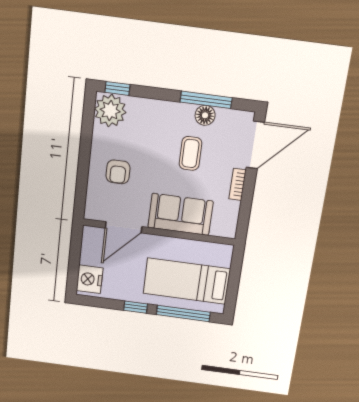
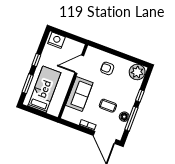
window: (117, 88) -> (140, 96), moved
door: (124, 227) -> (79, 64), hinge flipped
window: (183, 313) -> (28, 84), width x0.69

